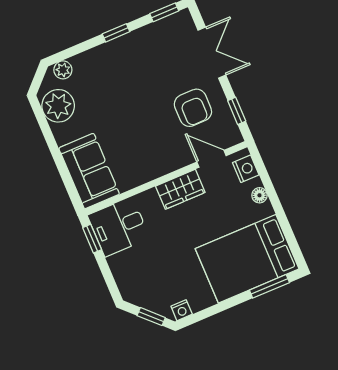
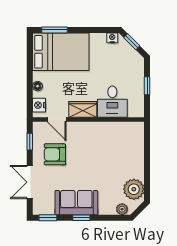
armchair: (193, 108) -> (55, 154), turned -90
sofa: (89, 171) -> (76, 203), moved, turned 90
desk: (119, 227) -> (112, 102), moved, turned 90
window: (92, 239) -> (147, 86), moved

